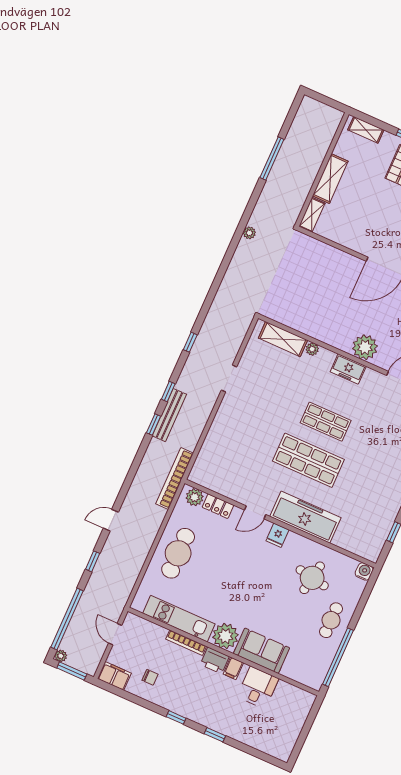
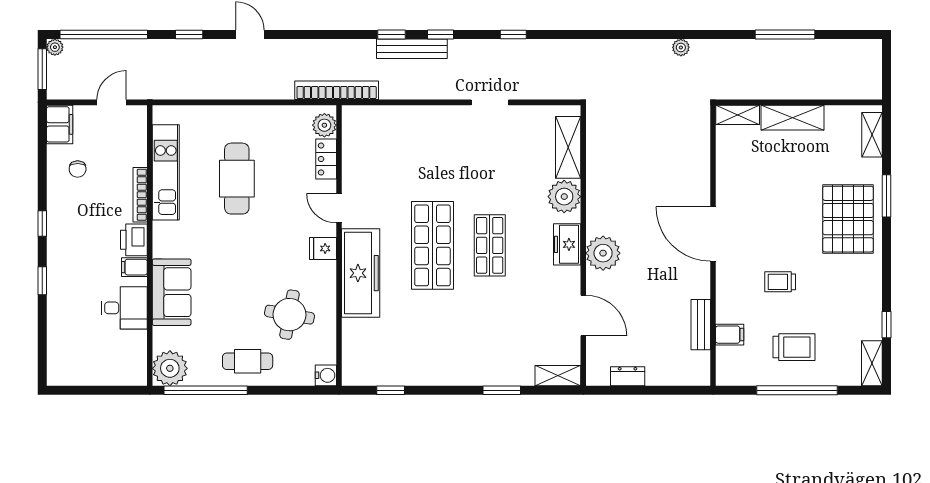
plant: (312, 349) -> (564, 197), width x1.87, depth x1.87
cafe table: (178, 553) -> (237, 179), moved, turned 90
plant: (225, 636) -> (170, 368), moved

